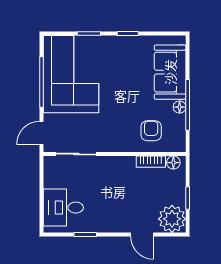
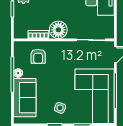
side table: (120, 57) -> (60, 108), added
floor lamp: (173, 163) -> (58, 30), moved, width x1.89, depth x1.89

